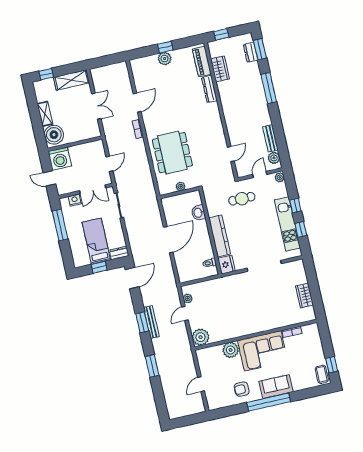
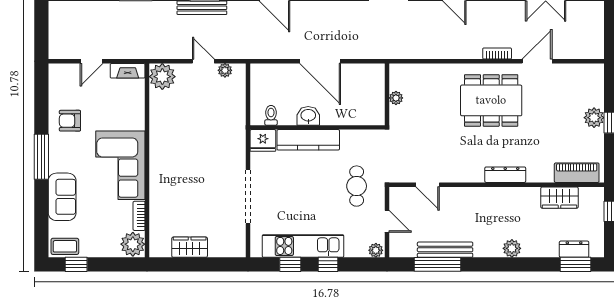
window: (269, 88) -> (438, 264), moved
dresser: (209, 89) -> (505, 175), moved
door: (137, 103) -> (537, 61), swing flipped
bench: (270, 138) -> (445, 250), width x1.36
dining table: (172, 153) -> (491, 100), moved
plant: (274, 158) -> (512, 248), moved
washbasin: (198, 213) -> (308, 116), moved
plant: (231, 350) -> (133, 244), moved
fireplace: (202, 360) -> (128, 71), added
door: (201, 384) -> (91, 61), swing flipped
sofa: (276, 387) -> (62, 197), moved
armchair: (242, 389) -> (70, 121), turned -90
window: (269, 402) -> (41, 157), width x0.68

